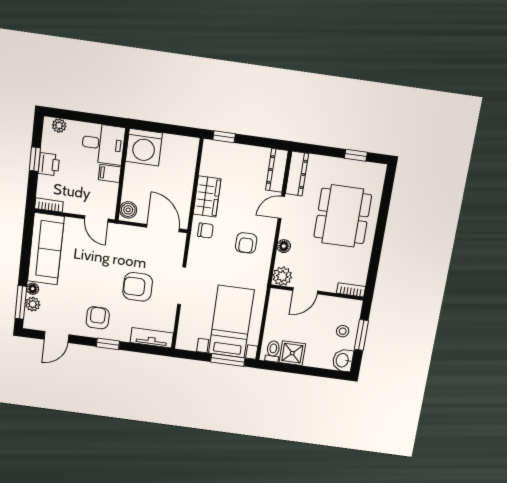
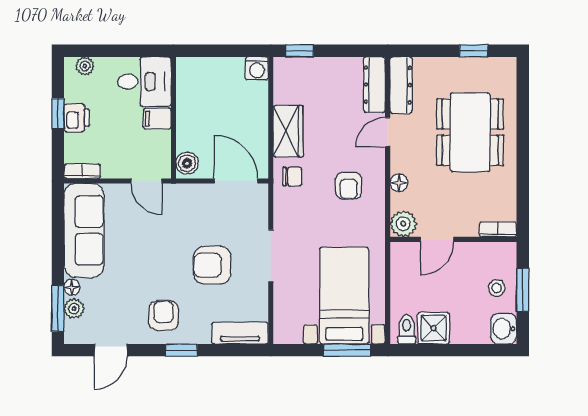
washing machine: (144, 147) -> (257, 68), moved, width x0.53, depth x0.53

